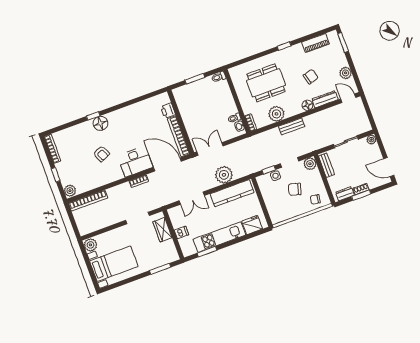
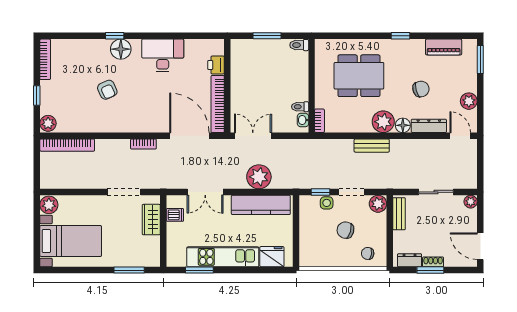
plant: (276, 114) -> (383, 122), moved
desk: (135, 161) -> (163, 55), moved, turned 180
dishwasher: (181, 232) -> (175, 215), moved

